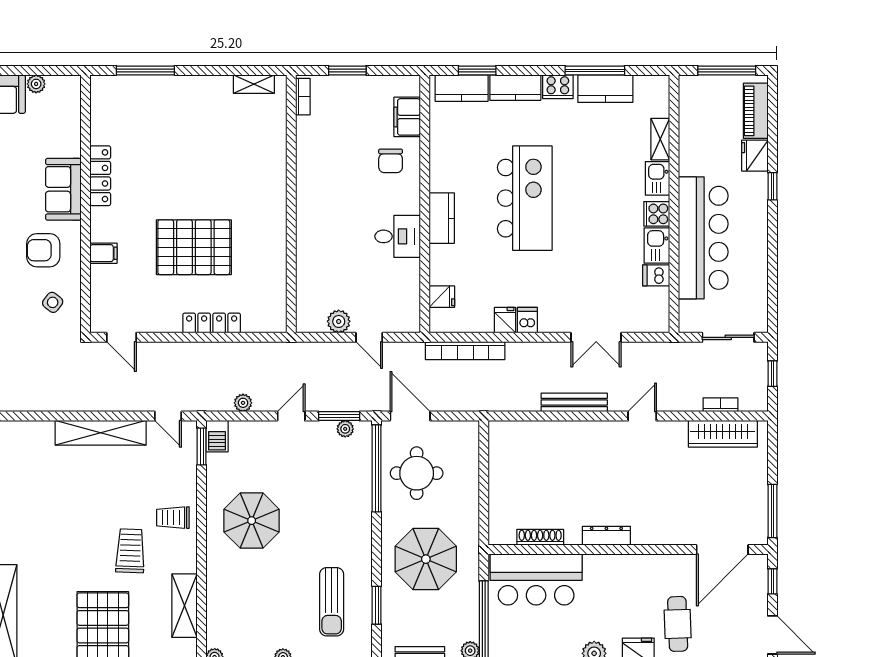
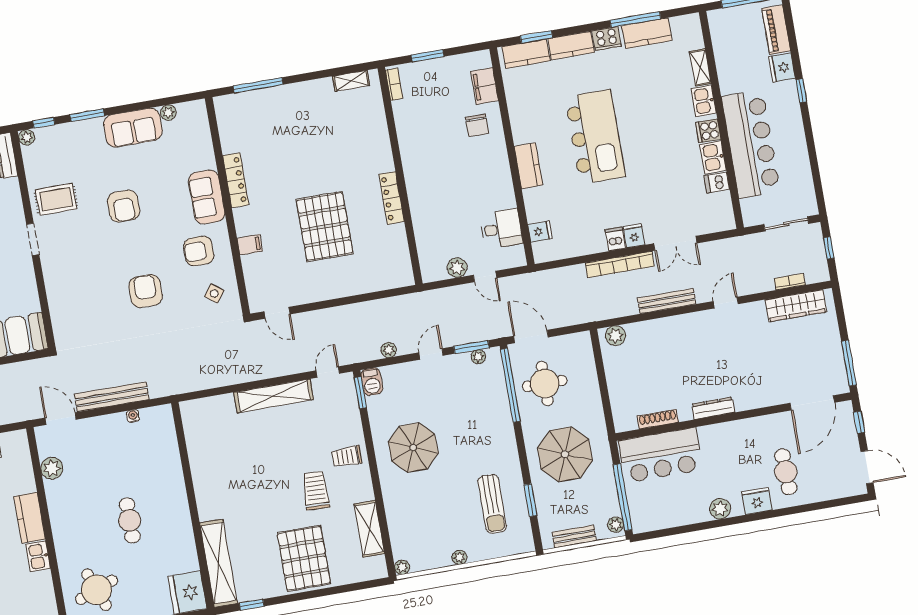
desk: (398, 236) -> (501, 229), moved
pallet: (194, 247) -> (325, 227), turned 90
fridge: (505, 320) -> (634, 236), moved
locker: (212, 323) -> (392, 198), moved, turned -90
bookcase: (465, 351) -> (620, 265), moved
door: (168, 416) -> (328, 372), swing flipped
plant: (508, 432) -> (616, 336), added

